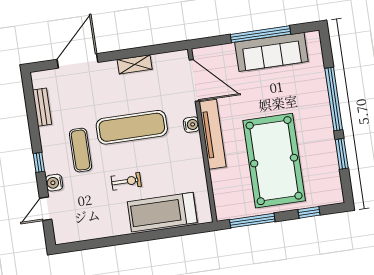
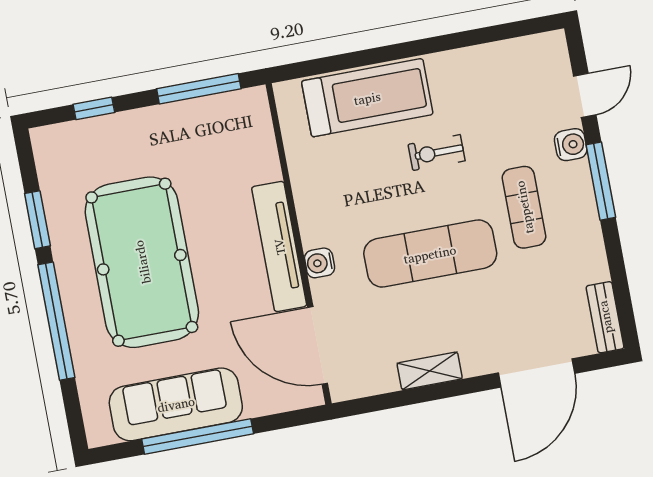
bench: (42, 107) -> (605, 317), moved
pool table: (274, 161) -> (142, 262), moved
window: (39, 162) -> (601, 181), width x2.17

